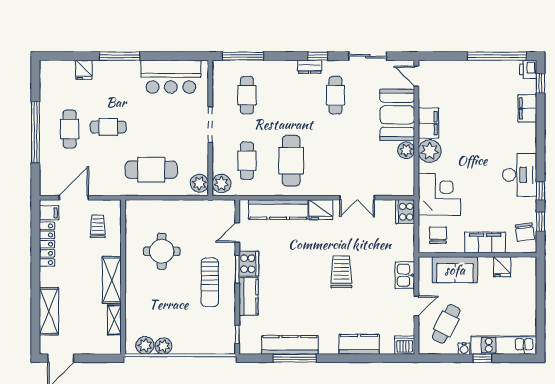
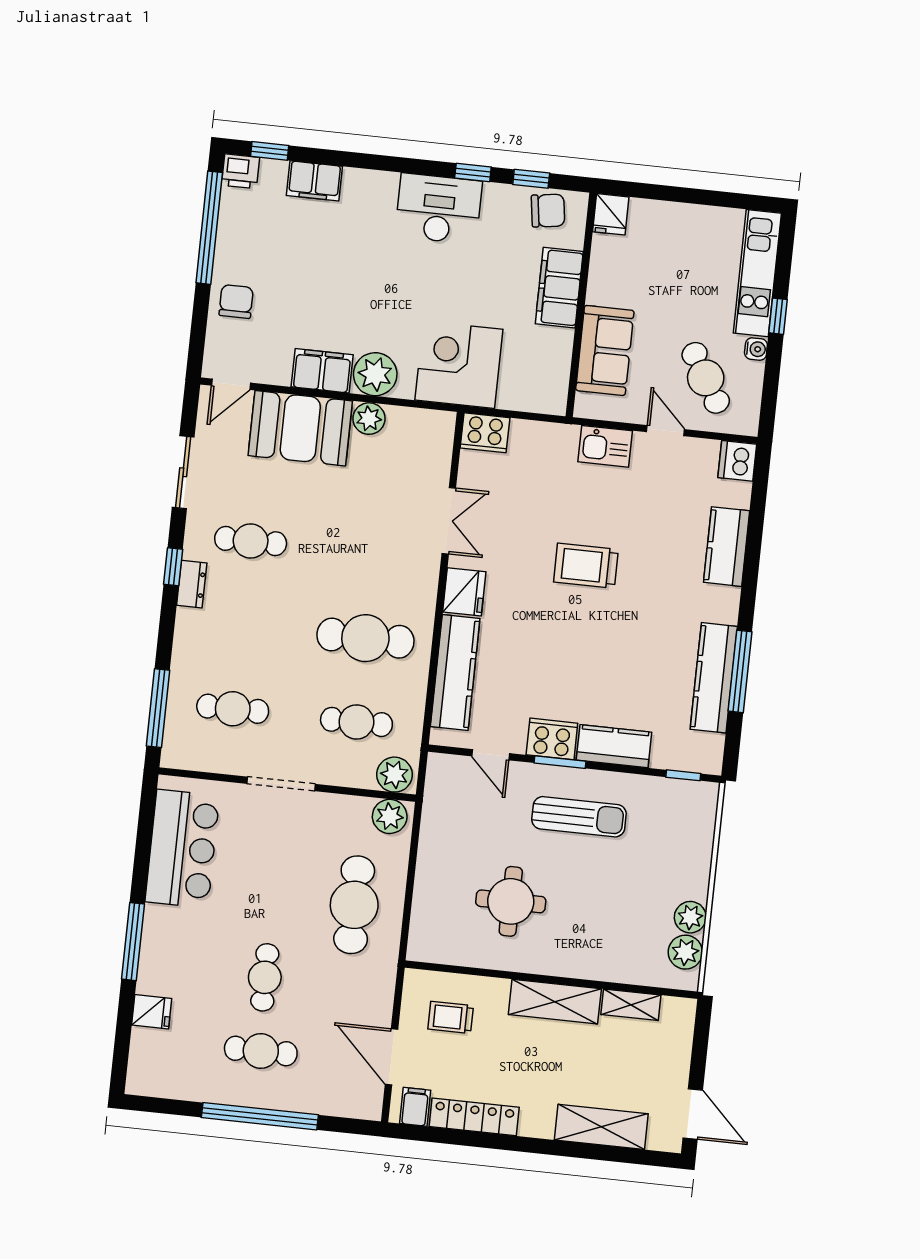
chair: (438, 235) -> (236, 301), moved, turned 90
fridge: (502, 267) -> (611, 214), moved, turned 90
cafe table: (446, 324) -> (706, 378), turned 32

